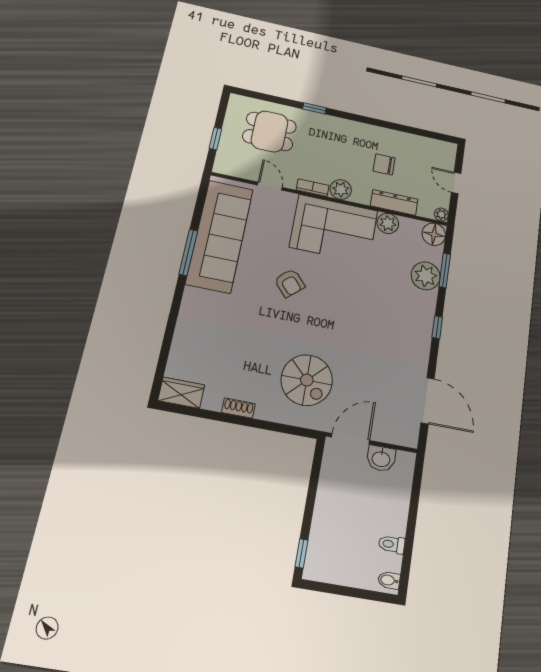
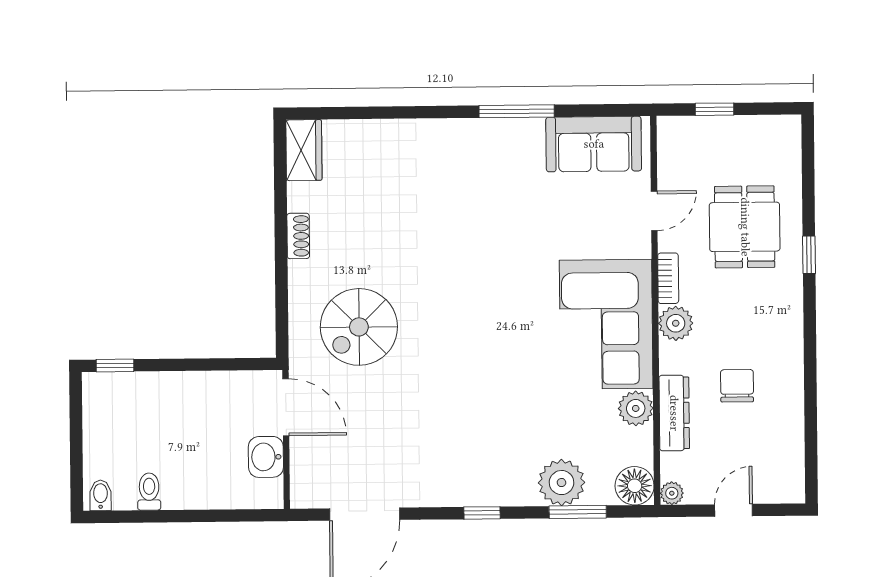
dining table: (270, 131) -> (745, 227), moved
sofa: (220, 236) -> (594, 144), width x0.54, depth x0.79
armchair: (290, 283) -> (503, 273), removed

